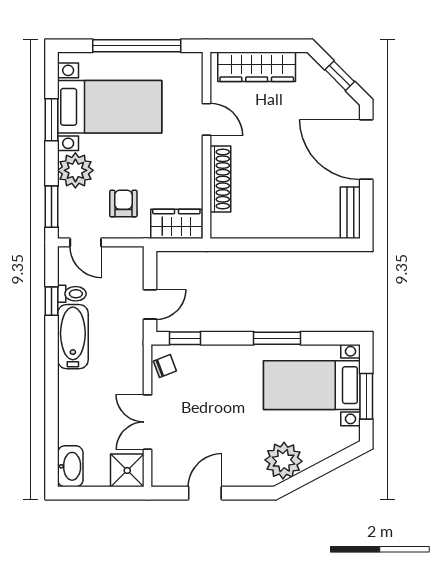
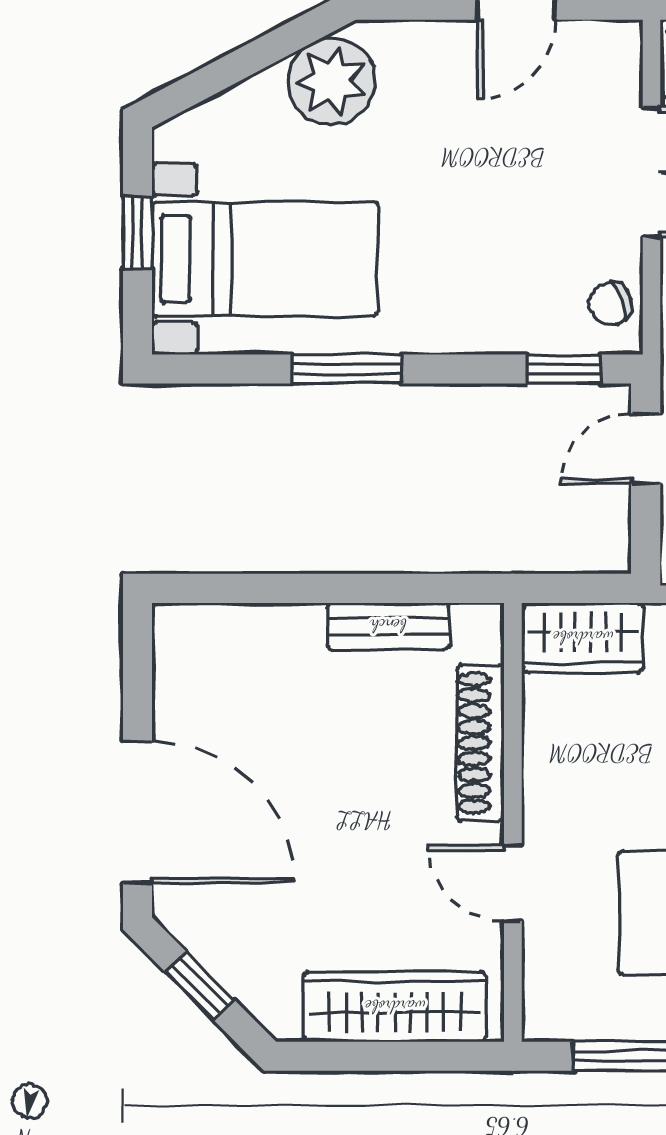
bench: (350, 213) -> (388, 626), moved, turned 90
window: (366, 396) -> (137, 233), width x0.67

